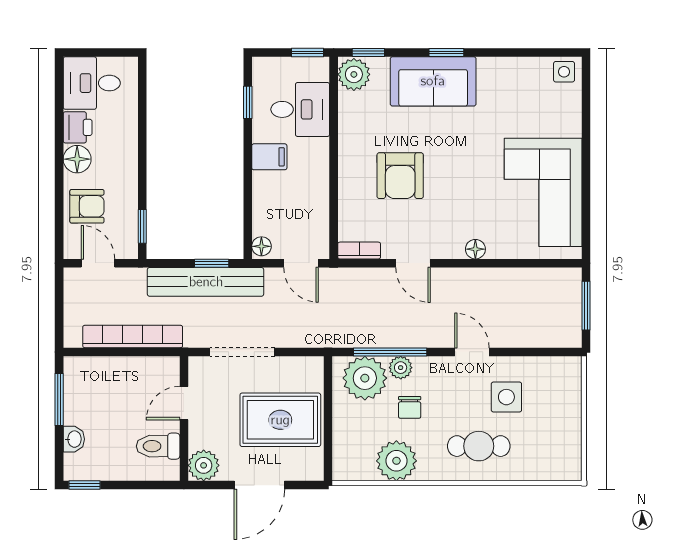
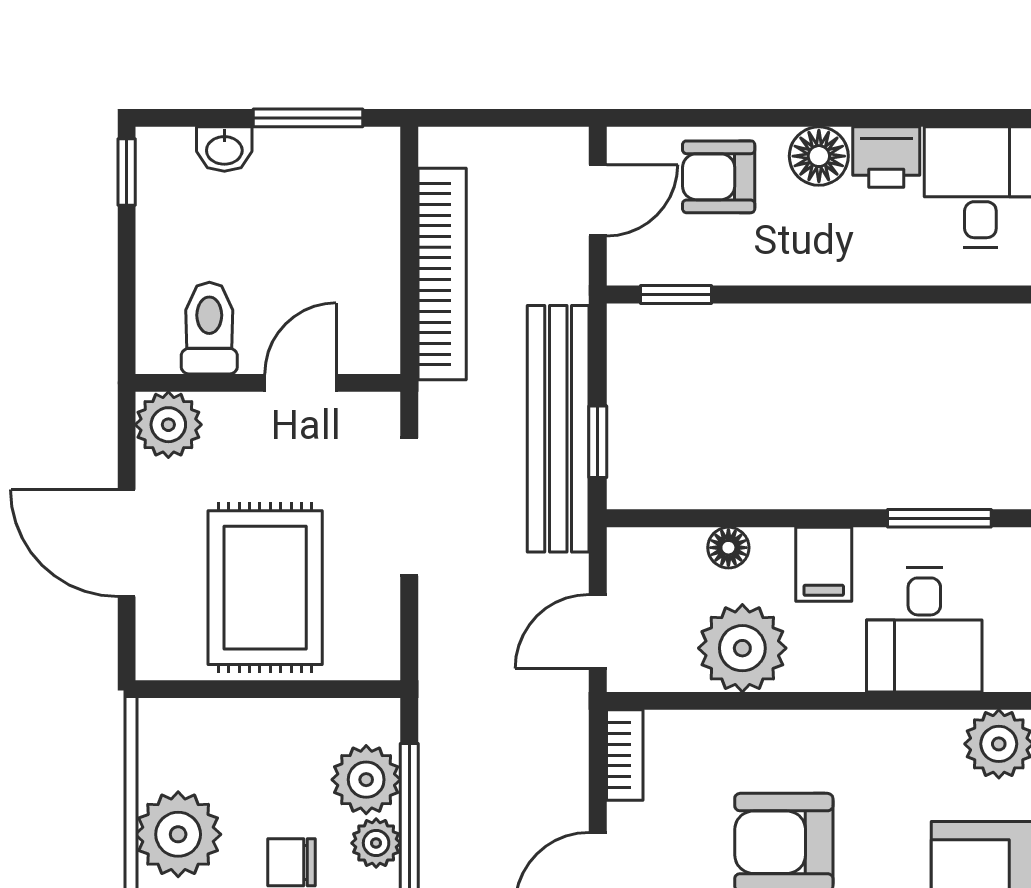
window: (248, 102) -> (939, 518), width x1.50
plant: (309, 195) -> (742, 648), added
armchair: (87, 206) -> (719, 177), turned 90
floor lamp: (261, 246) -> (728, 548), moved
plant: (365, 378) -> (366, 780), width x0.73, depth x0.73
door: (184, 403) -> (301, 383), hinge flipped

